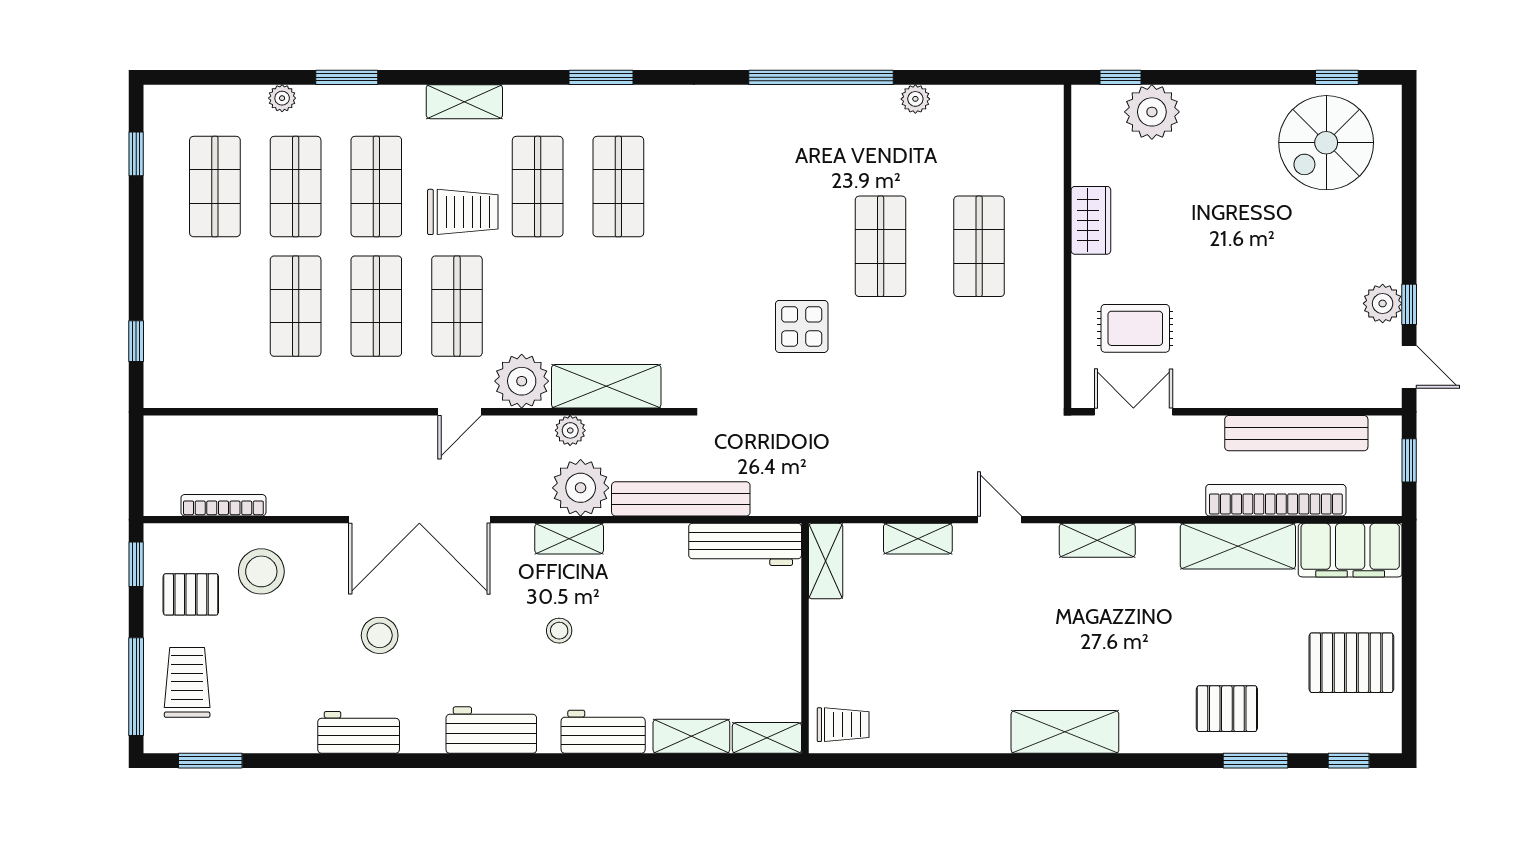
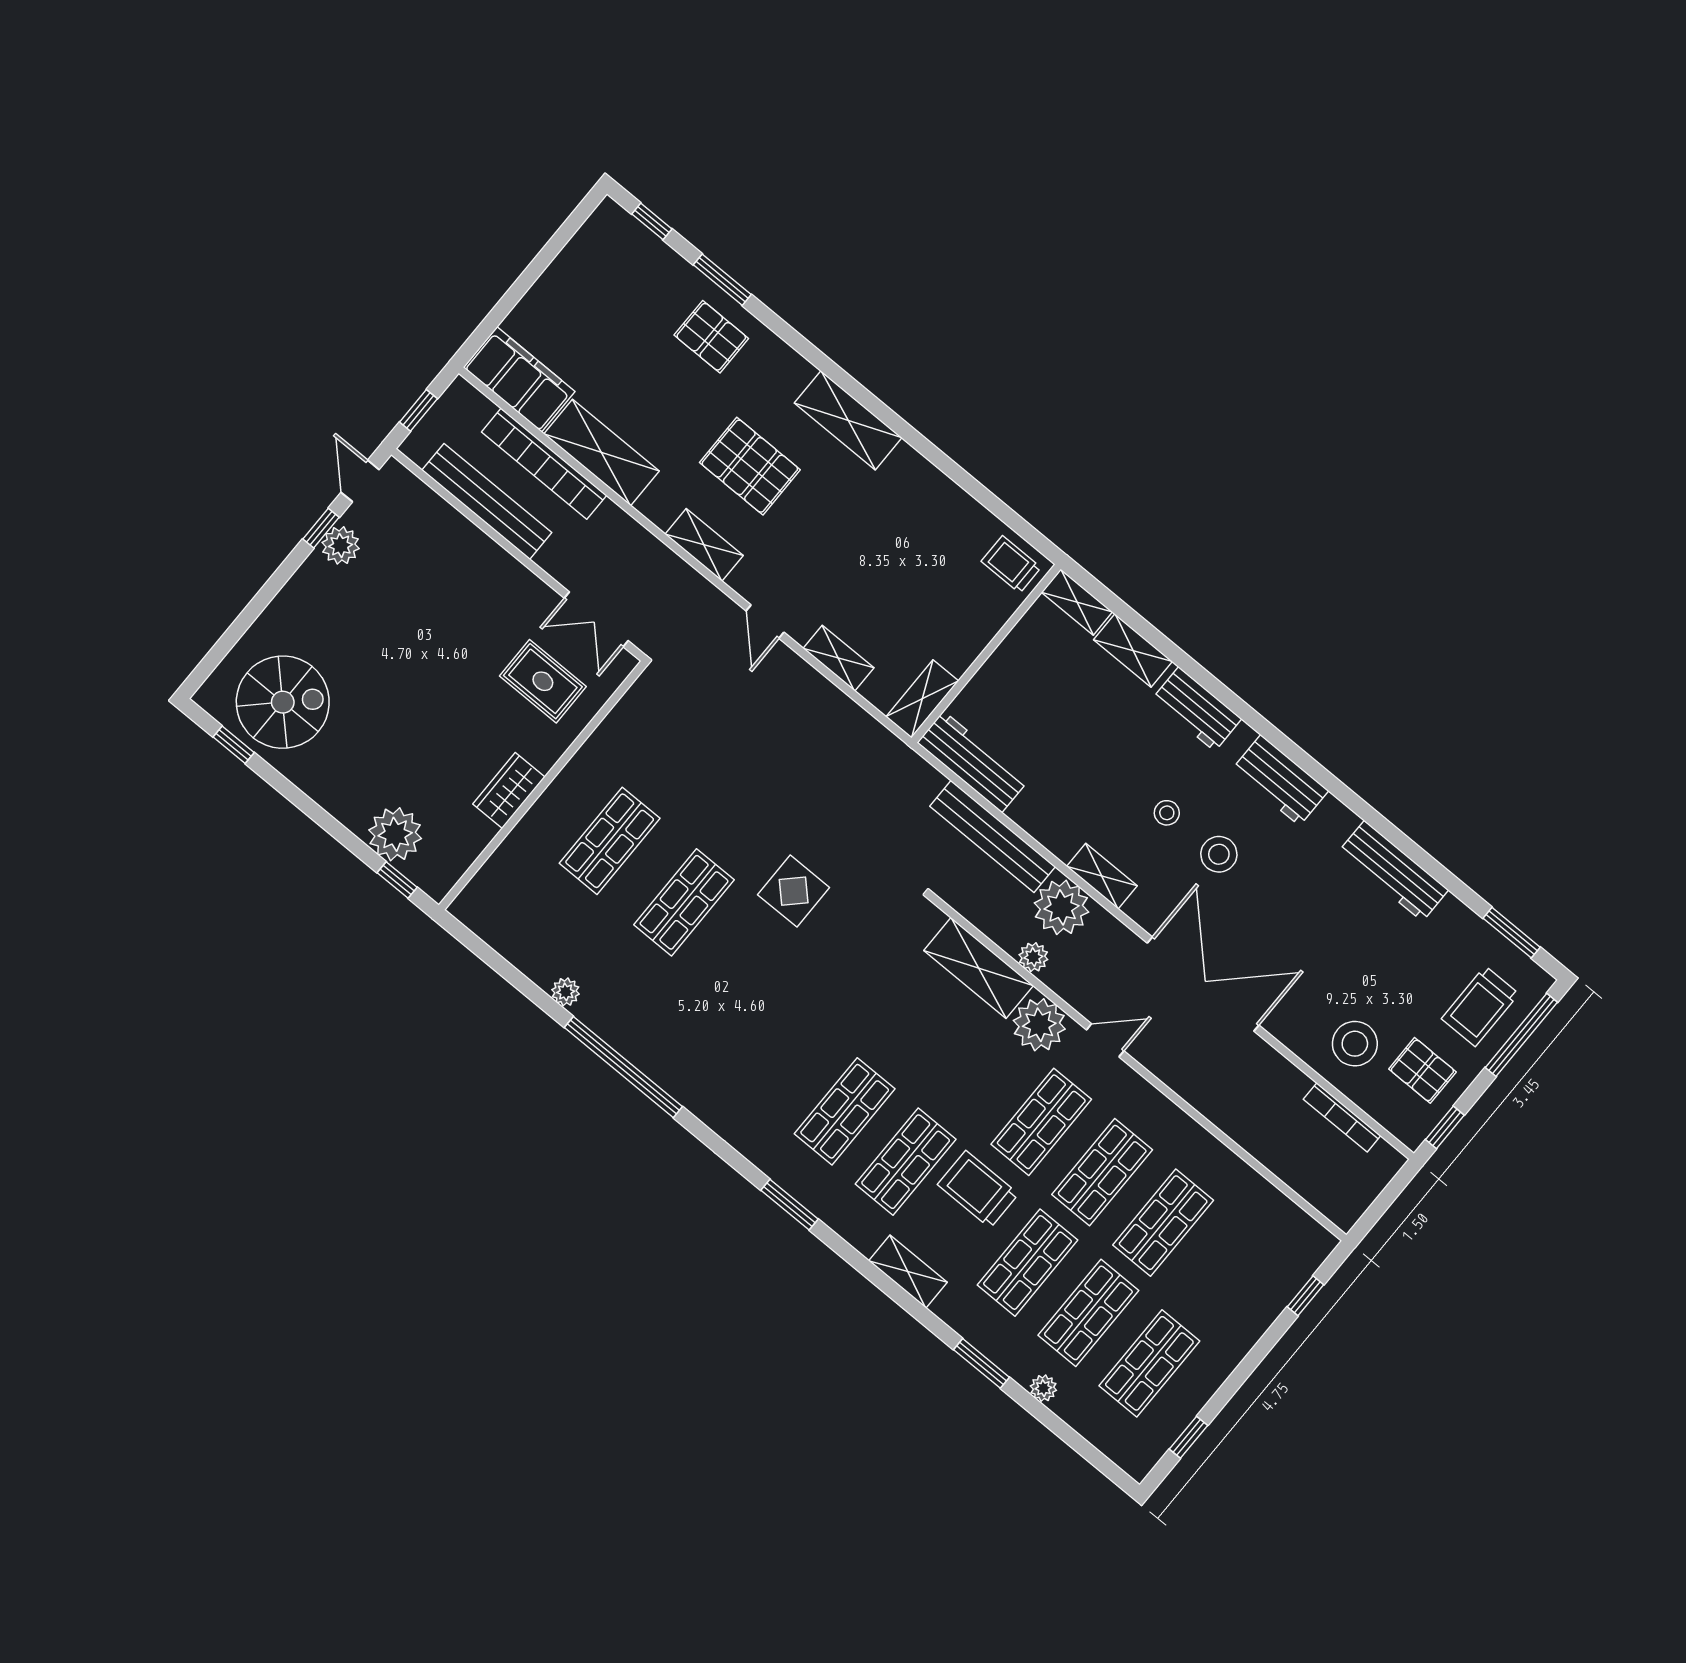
stool: (380, 635) -> (1219, 854), moved
pallet: (1351, 663) -> (750, 466), moved
workbench: (359, 732) -> (1393, 871), width x1.38

